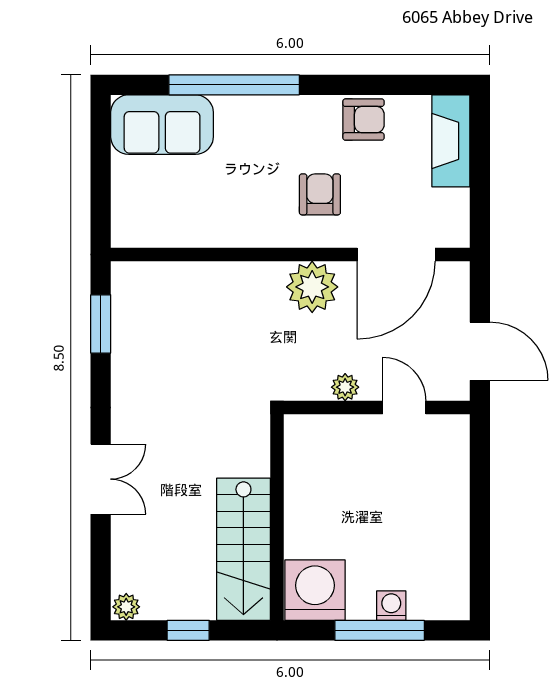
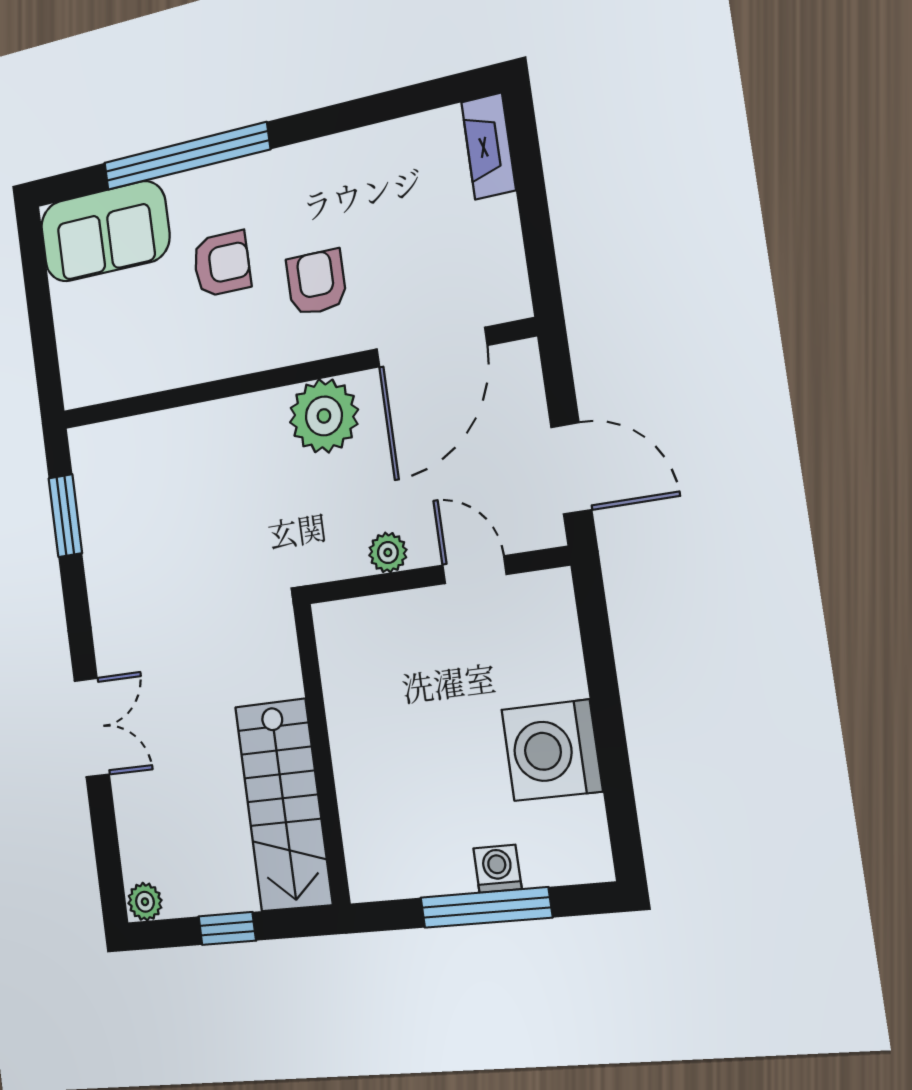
armchair: (364, 120) -> (222, 264), moved
fireplace: (451, 141) -> (489, 146), width x0.73, depth x0.76
washing machine: (315, 590) -> (552, 750), moved, turned -90

